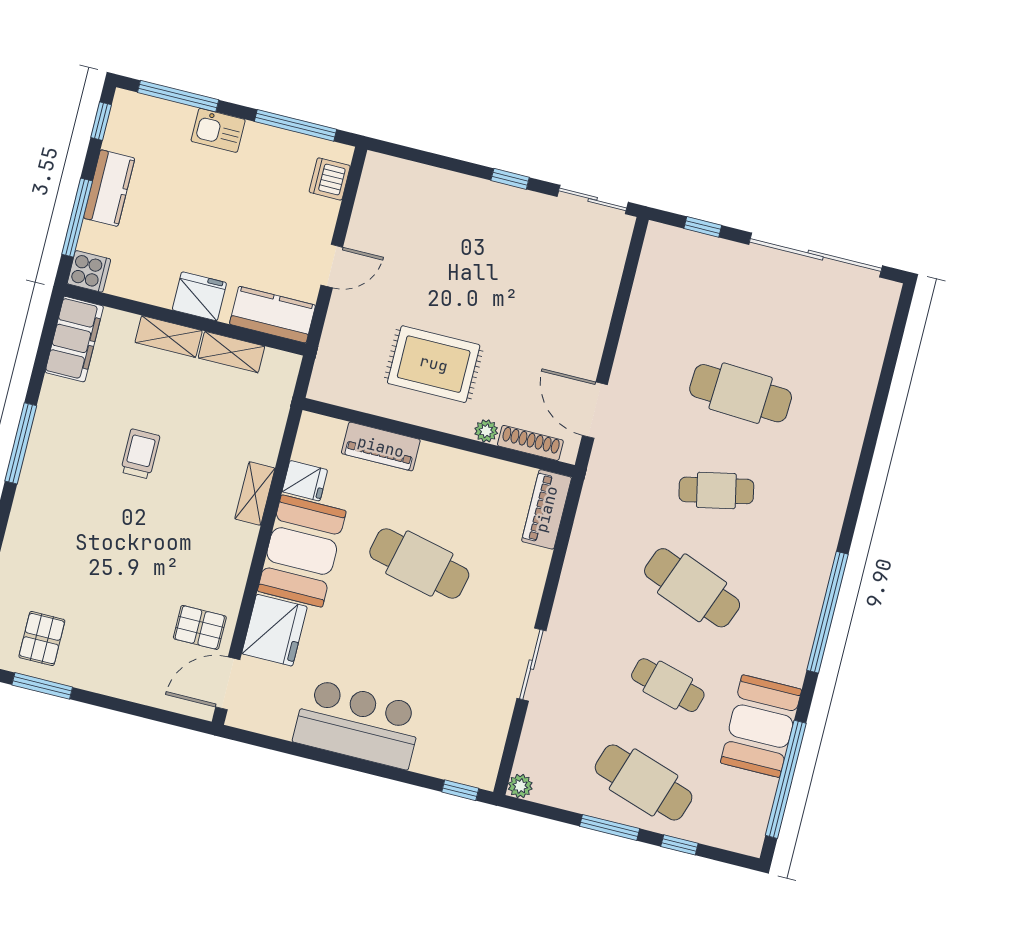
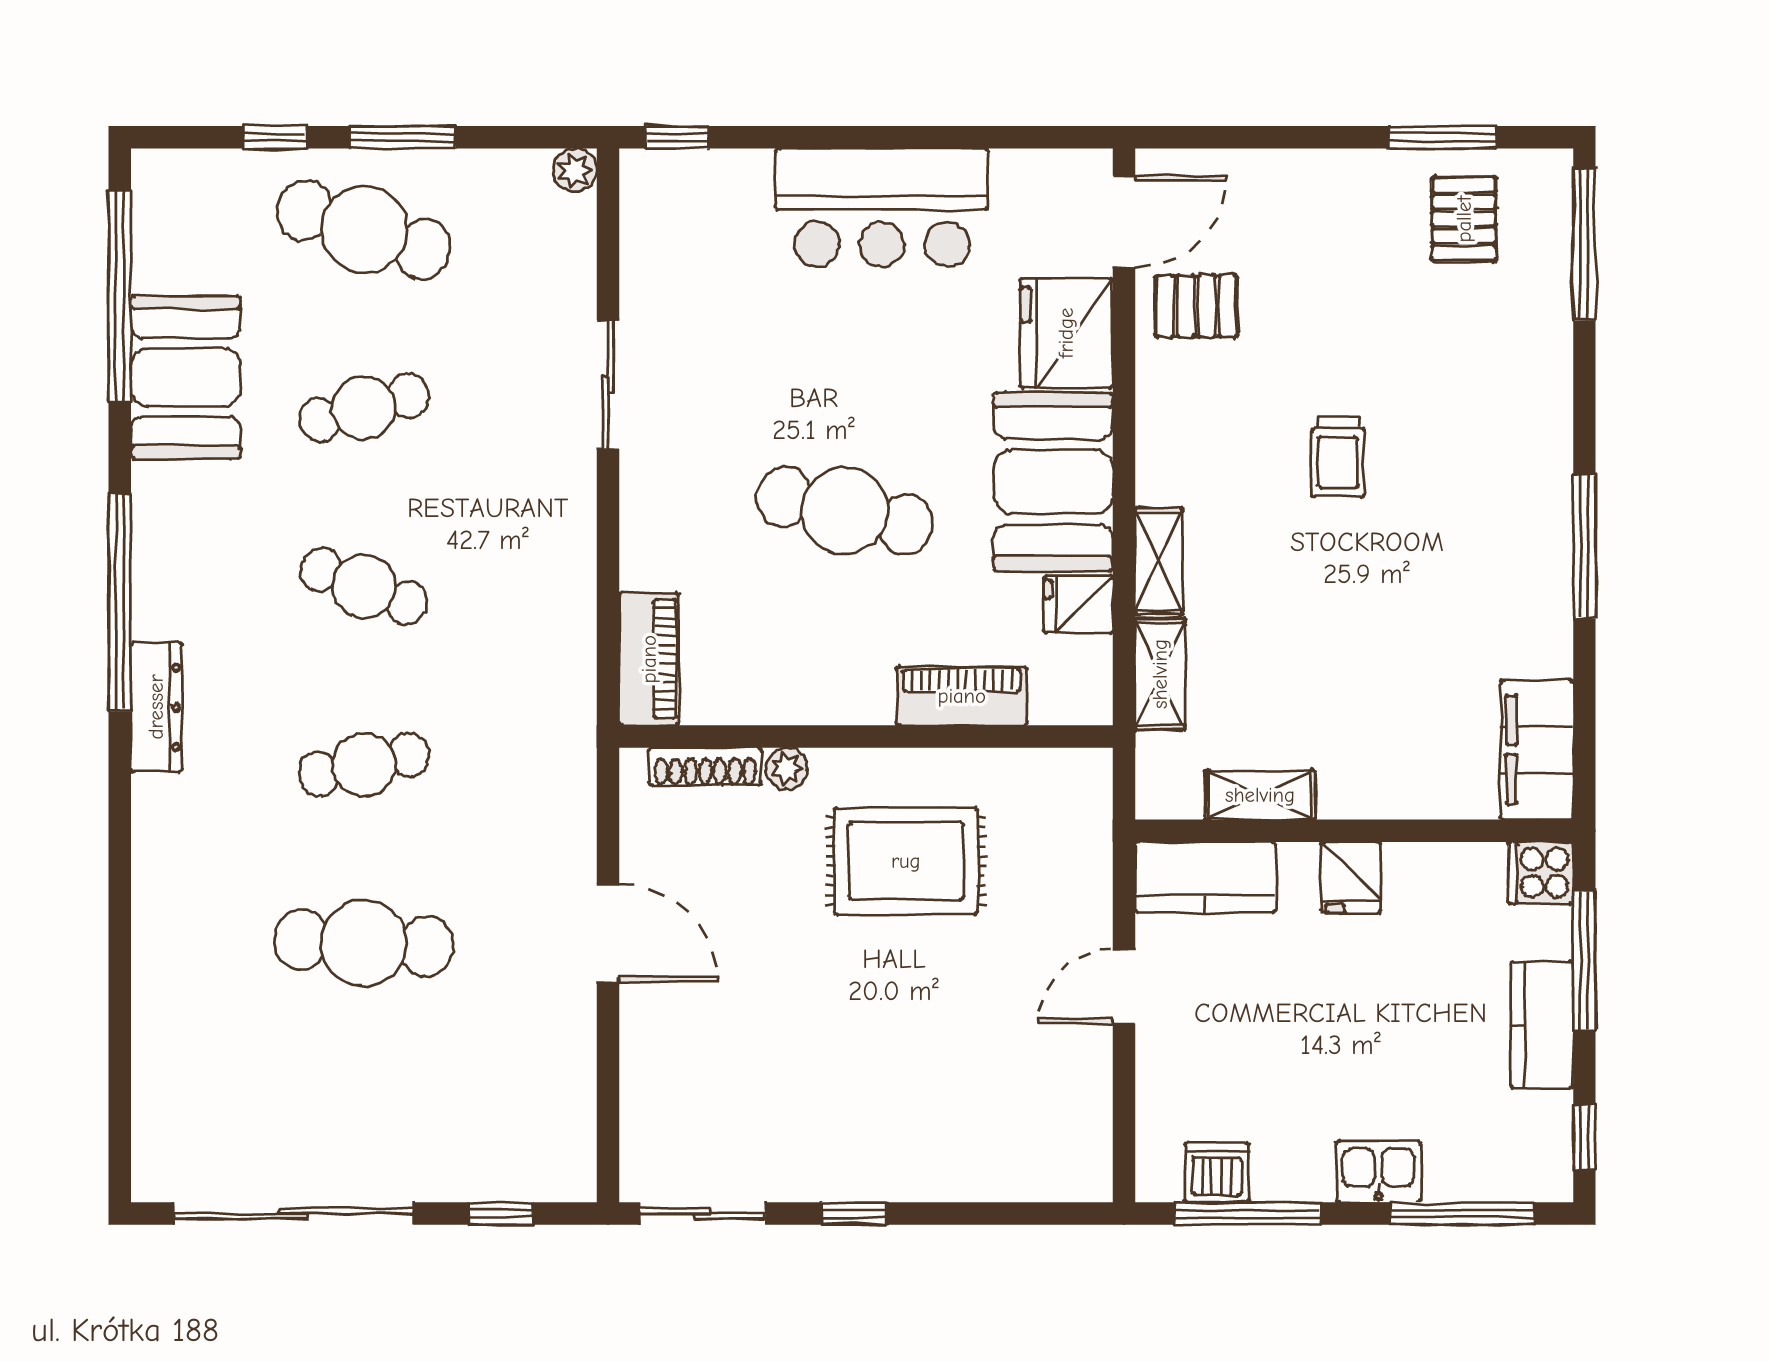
dishwasher: (330, 179) -> (1217, 1172), moved, turned -90
fridge: (199, 296) -> (1351, 877), width x0.72
shelving: (169, 337) -> (1160, 674), moved, turned 90
door: (595, 410) -> (608, 933), moved
trolley: (140, 454) -> (1338, 457), moved
dresser: (822, 550) -> (156, 707), added
cafe table: (692, 588) -> (364, 586), width x0.73, depth x0.74
cafe table: (668, 685) -> (364, 408), turned -30

